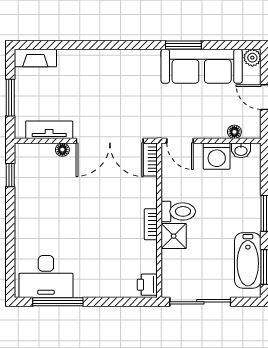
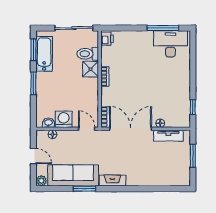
fireplace: (35, 58) -> (113, 181), moved
toilet: (178, 211) -> (88, 54), moved

